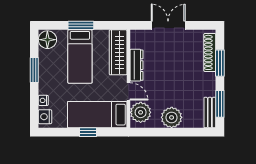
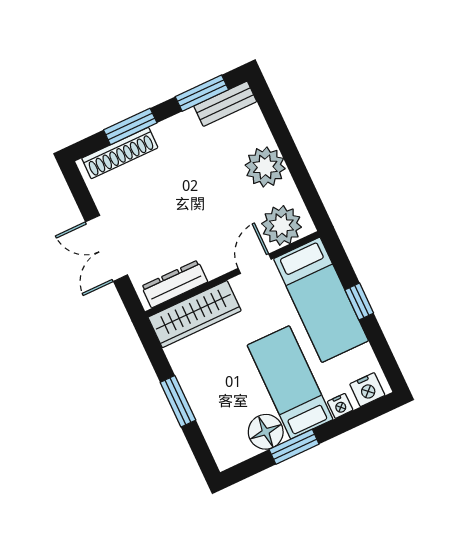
floor lamp: (47, 40) -> (266, 432), moved
bed: (80, 56) -> (290, 382), moved, turned -90
dresser: (137, 65) -> (175, 284), moved

